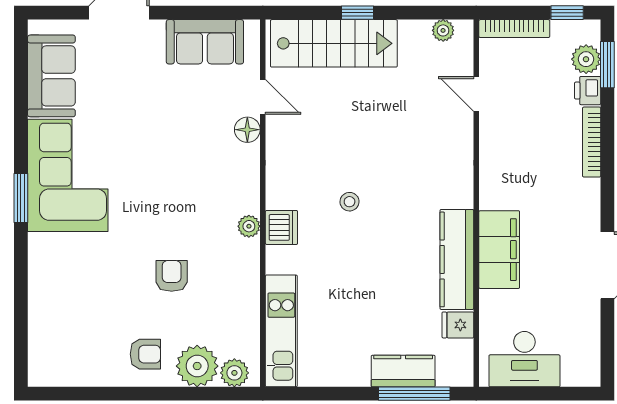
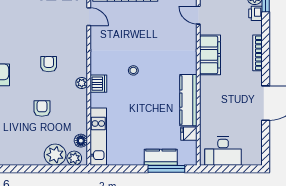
floor lamp: (247, 130) -> (81, 141), moved
bookcase: (592, 142) -> (258, 53), moved
filing cabinet: (499, 250) -> (210, 55), moved
armchair: (145, 354) -> (49, 64), moved, turned -90

